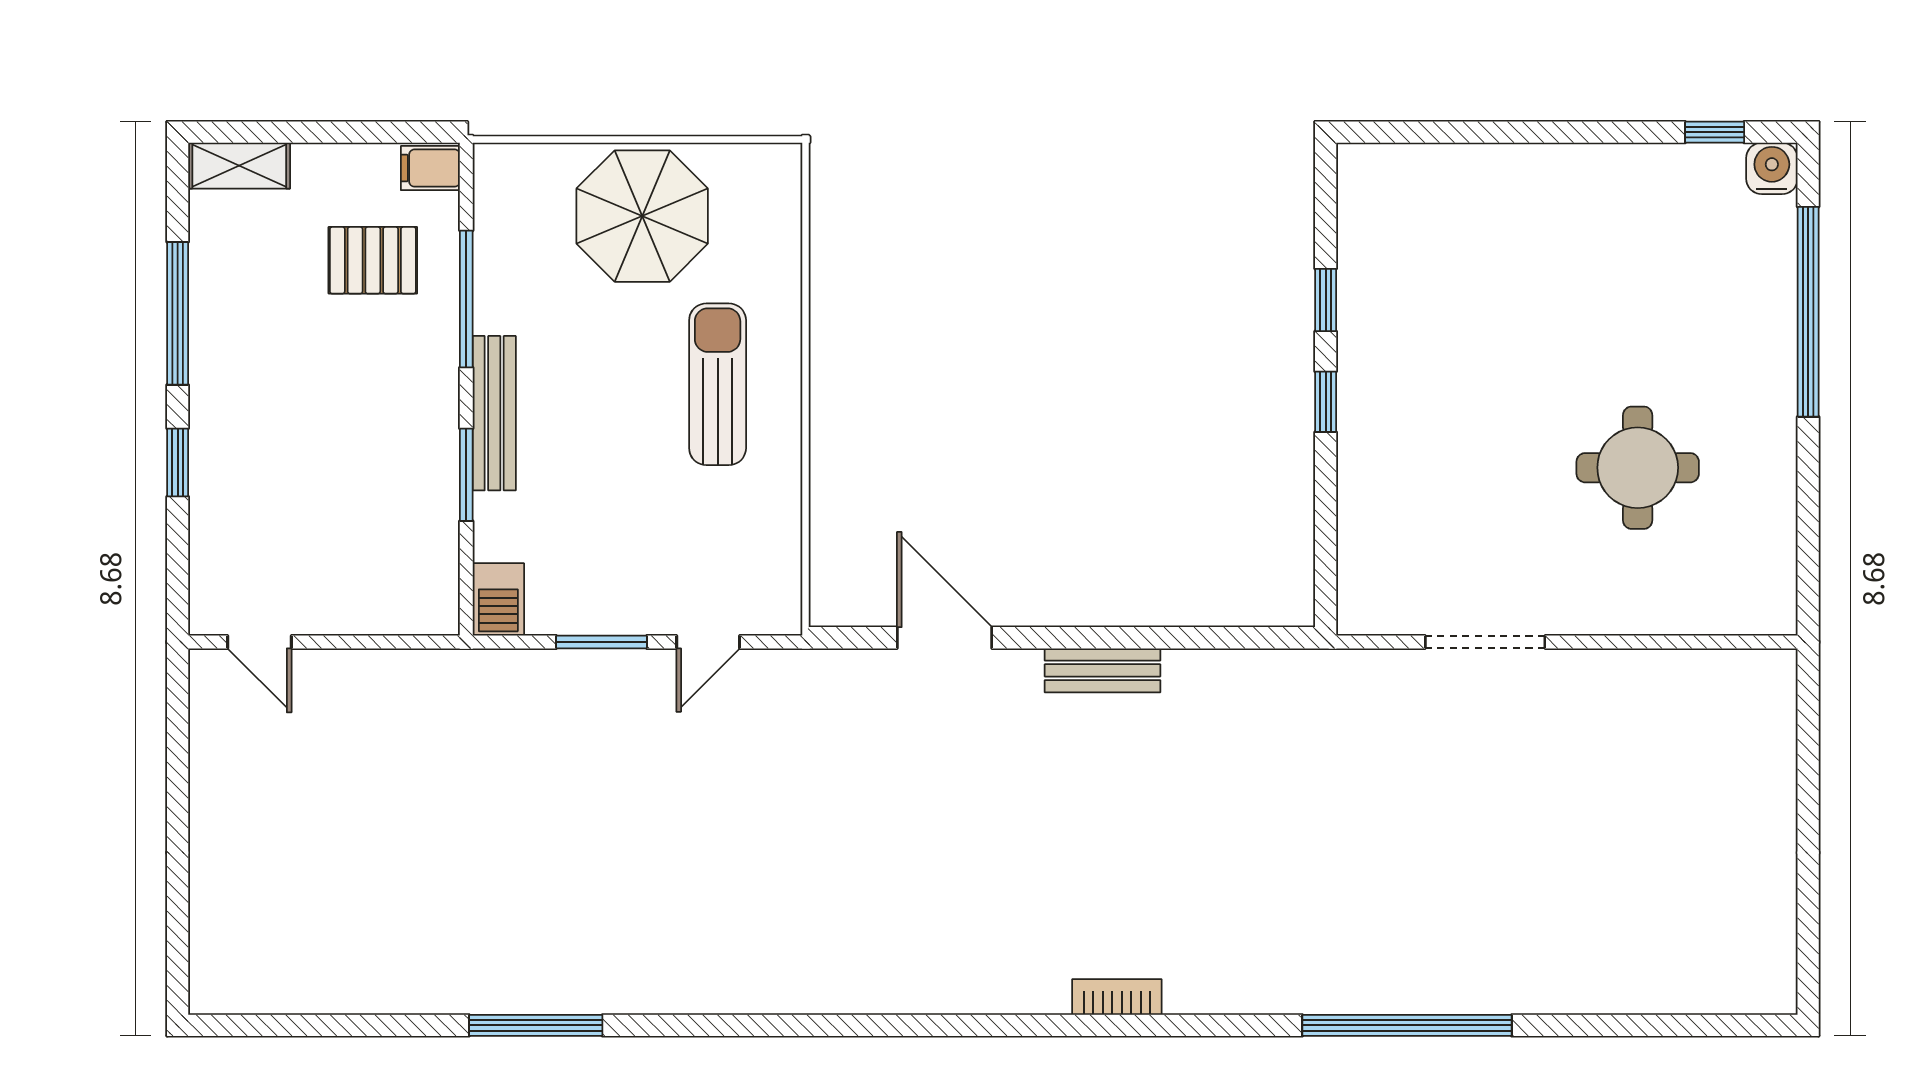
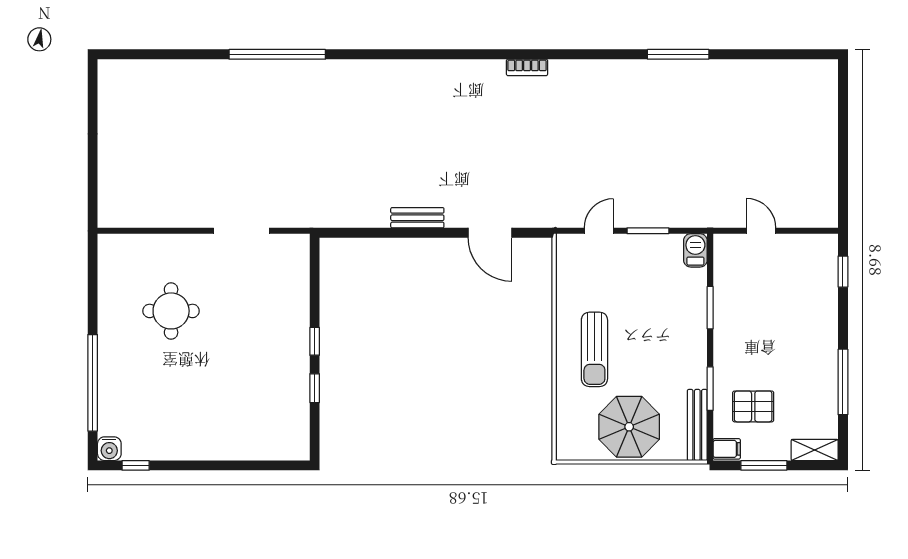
window: (350, 132) -> (764, 465), added
window: (466, 299) -> (710, 389), width x0.69
bench: (494, 413) -> (697, 425), moved
window: (178, 462) -> (843, 272), moved
door: (260, 642) -> (761, 231), moved
bookcase: (1117, 997) -> (527, 67), moved

